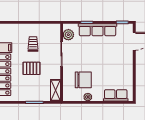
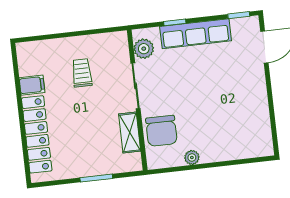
pallet: (32, 68) -> (84, 117), removed
chair: (83, 80) -> (161, 131), moved, turned 90
shelving: (55, 90) -> (130, 133), moved
row of seats: (116, 95) -> (242, 149), removed

